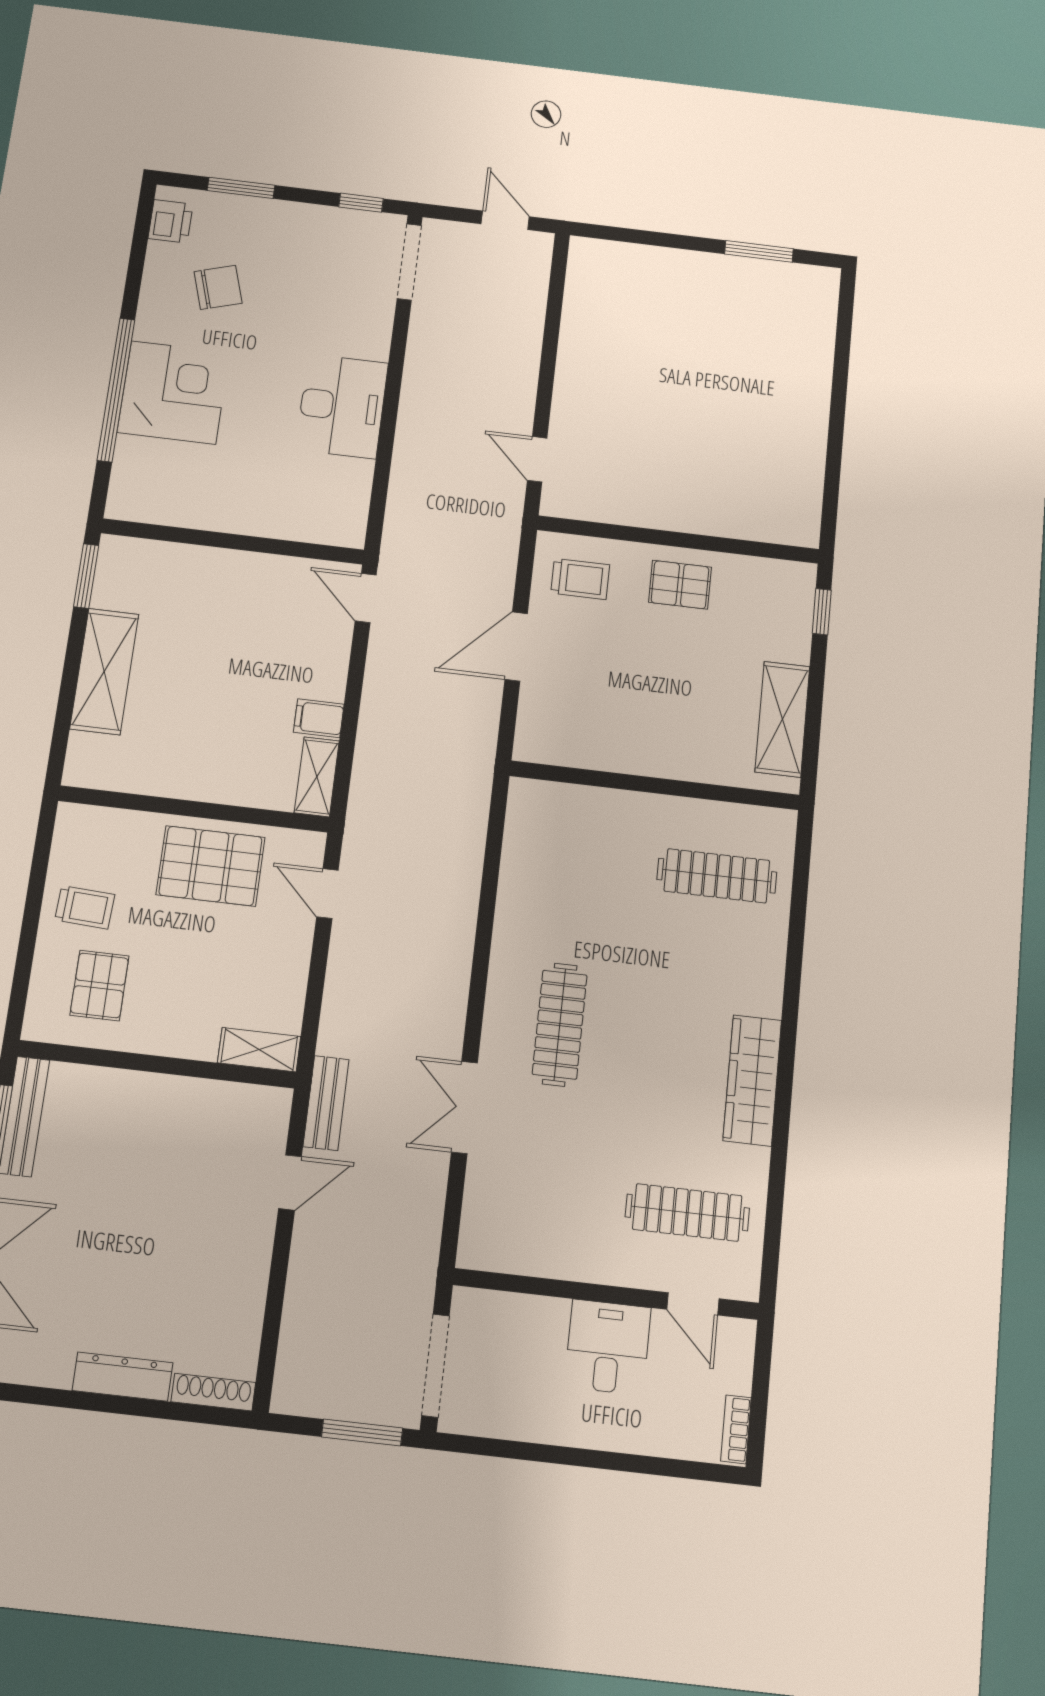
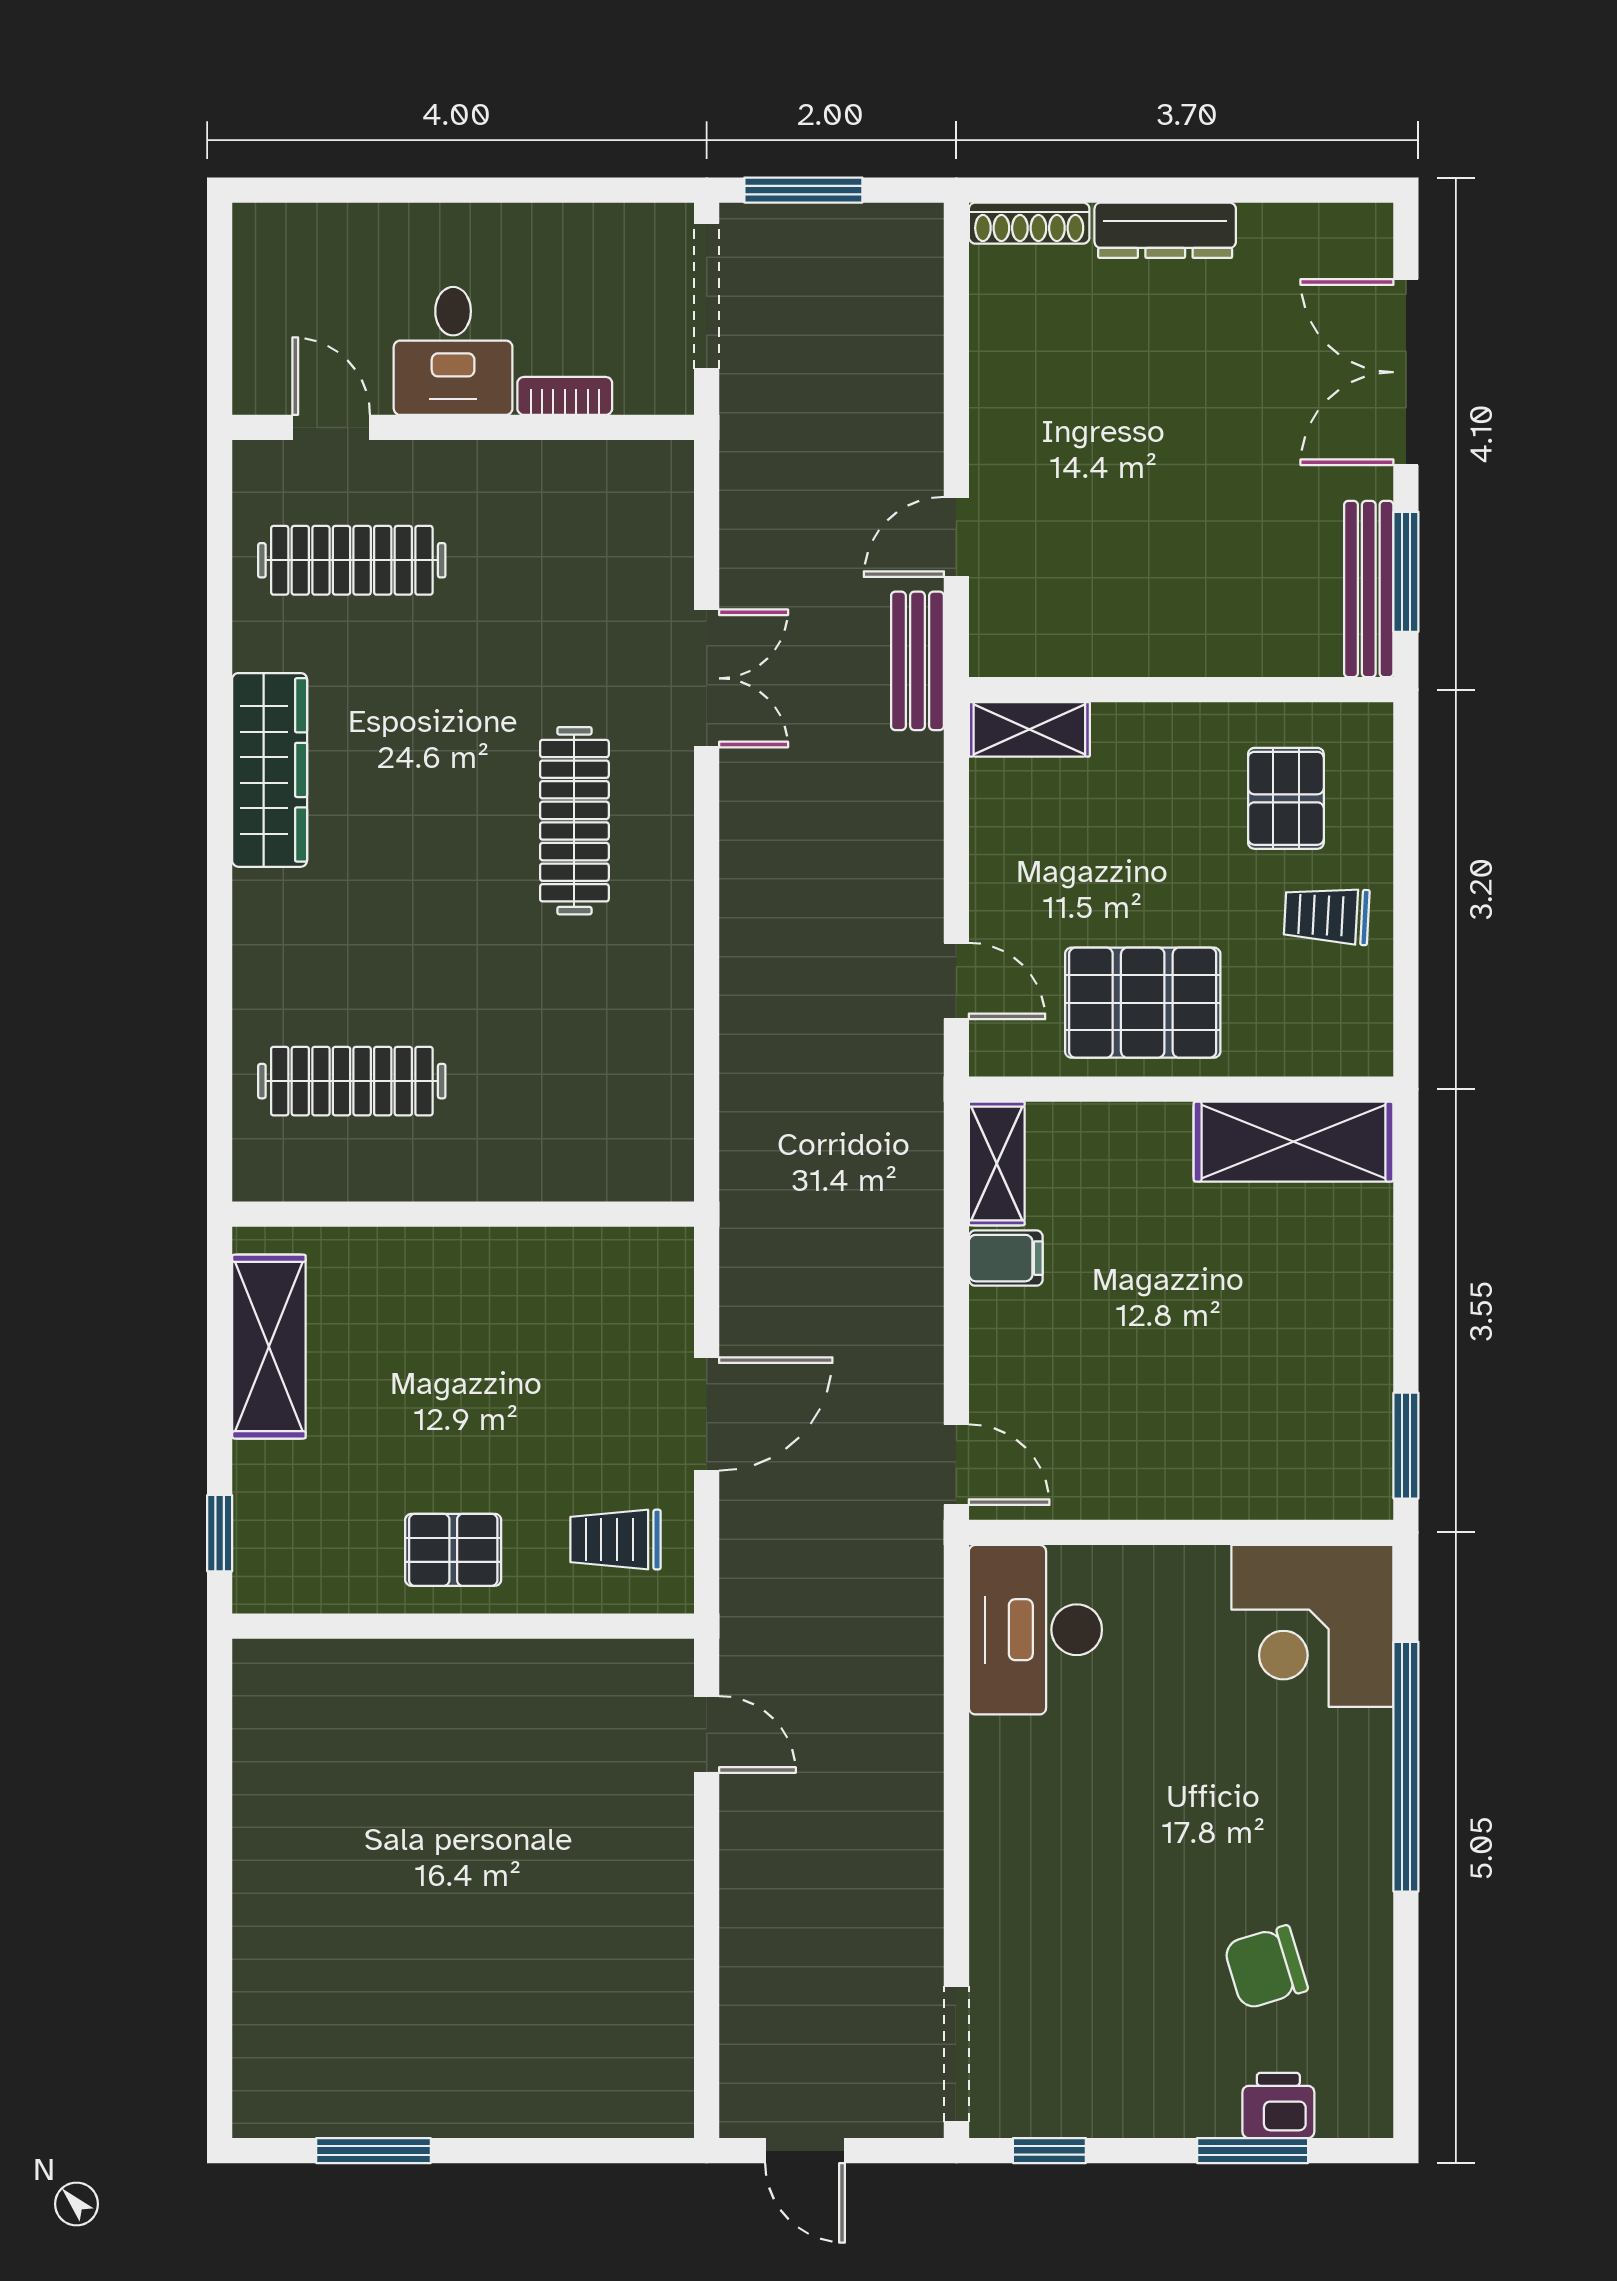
printer: (171, 221) -> (1278, 2105), moved, turned 90
corner desk: (173, 392) -> (1312, 1626), moved
desk: (342, 406) -> (1035, 1630), moved
shelving: (104, 671) -> (1294, 1142), moved, turned 90
bookcase: (736, 1429) -> (565, 396), moved, turned -90

